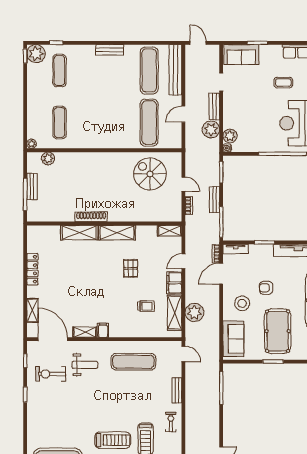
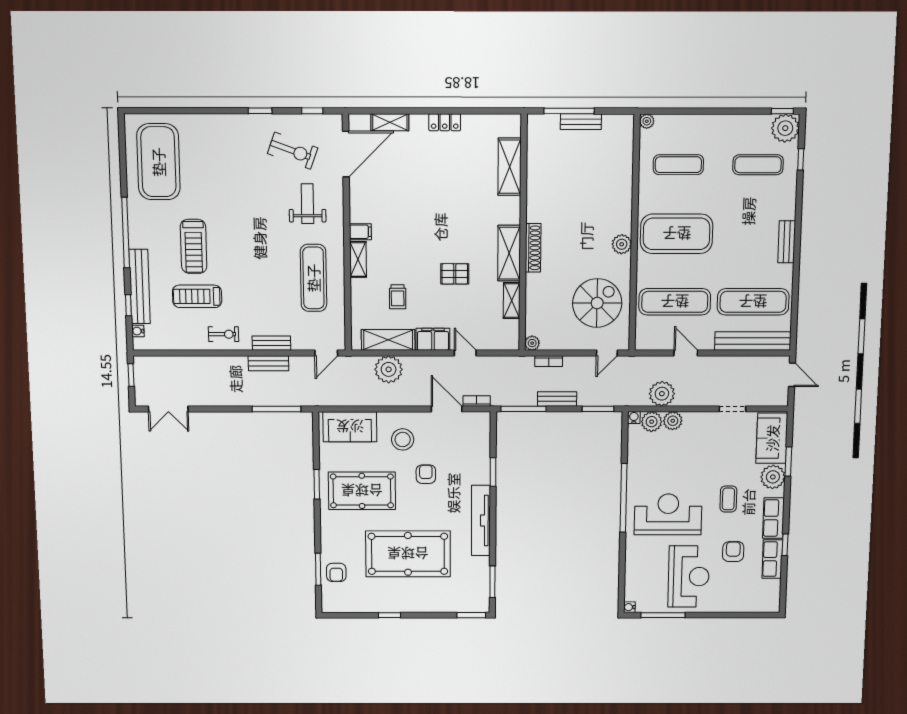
door: (198, 43) -> (792, 375), hinge flipped
plant: (268, 53) -> (773, 477), added
bench: (214, 107) -> (268, 363), moved
plant: (229, 122) -> (673, 421), added
exercise mat: (104, 123) -> (677, 234), added
plant: (48, 158) -> (622, 244), moved
door: (183, 184) -> (607, 353), moved
shoe rack: (91, 217) -> (533, 248), moved
plant: (177, 217) -> (532, 343), added
shelving: (170, 231) -> (512, 301), moved
shelving: (79, 233) -> (510, 167), moved
tv unit: (236, 249) -> (483, 430), removed
locker: (32, 269) -> (445, 122), width x0.66
shelving: (85, 332) -> (358, 259), moved
weight bench: (85, 365) -> (307, 204), turned 180
exercise bike: (51, 374) -> (293, 151), turned 110

